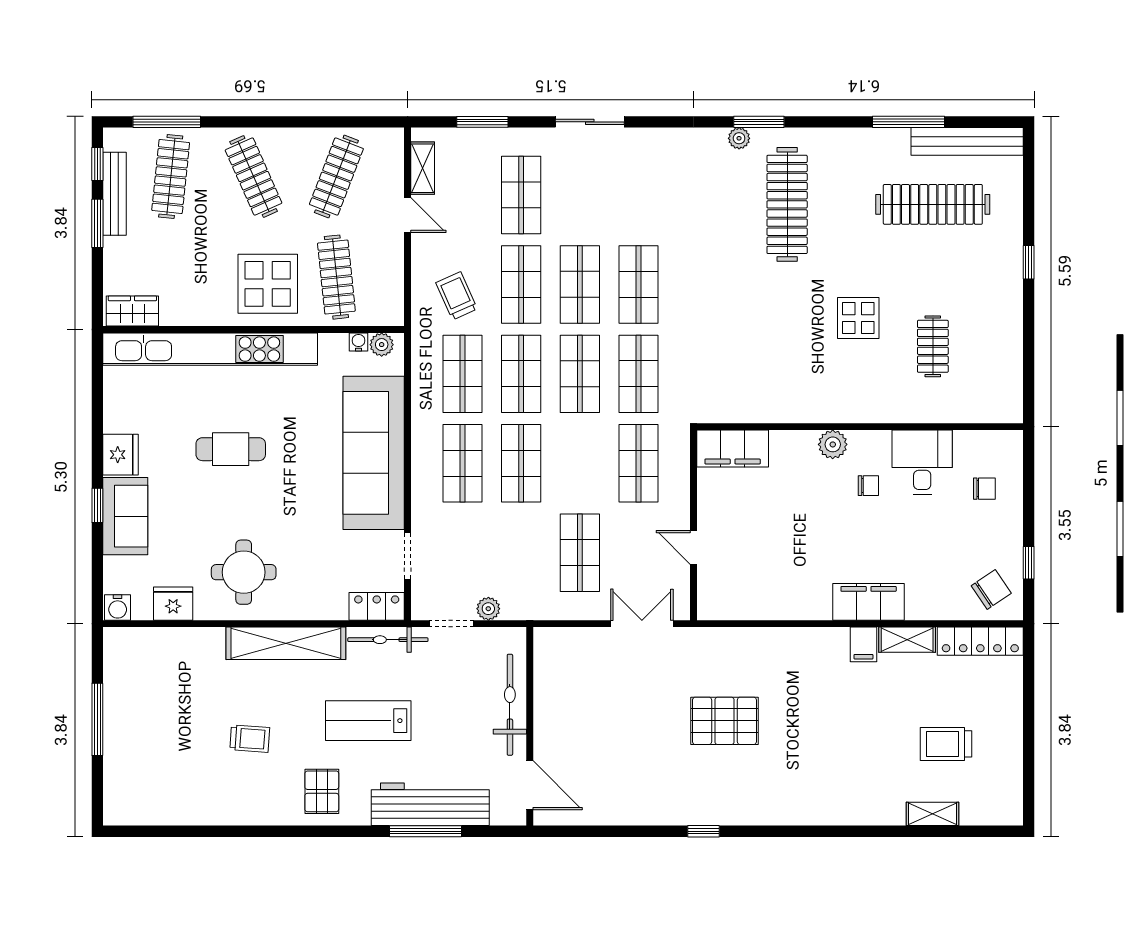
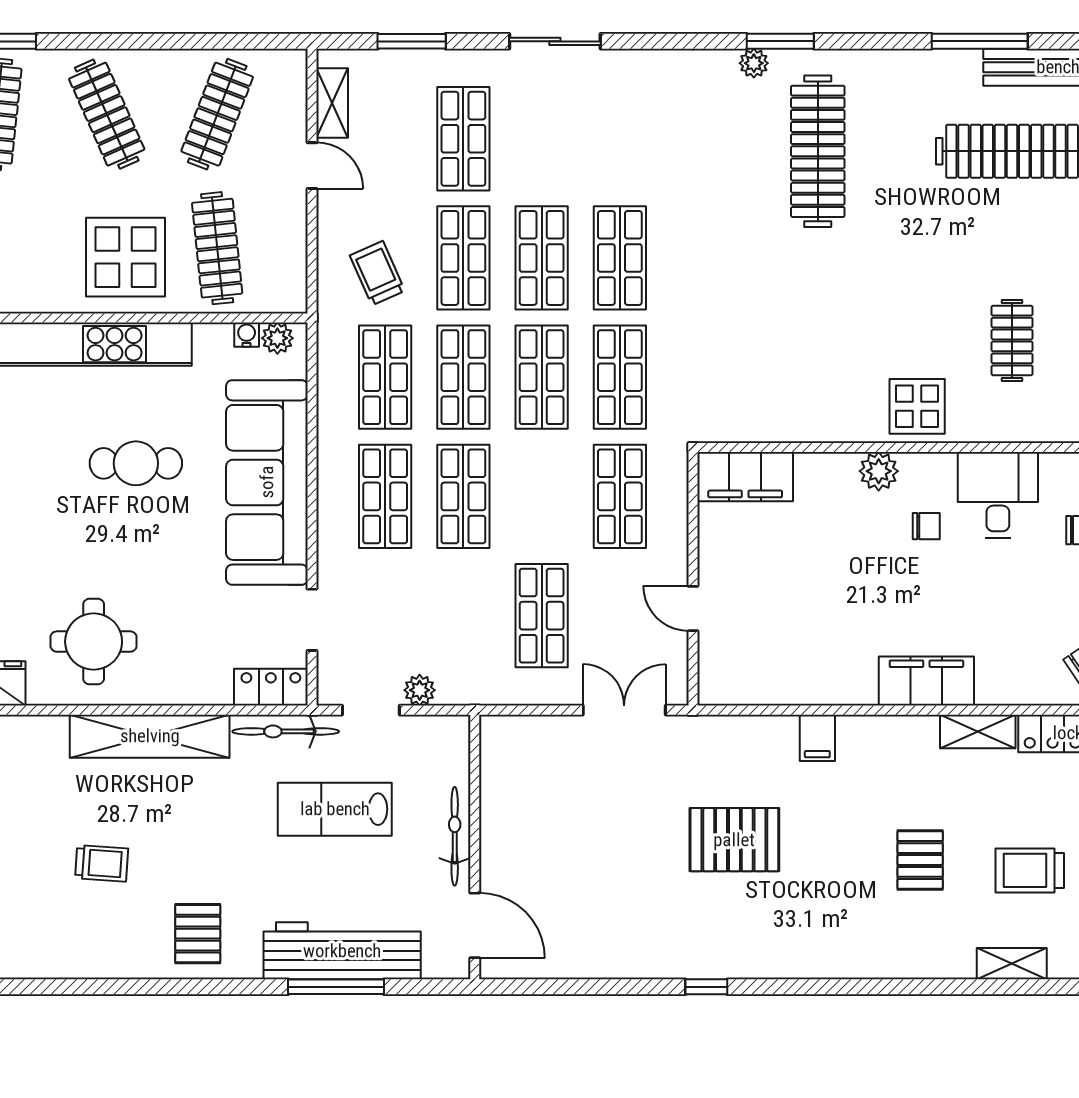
display table: (858, 318) -> (917, 406), moved
cafe table: (231, 449) -> (136, 463), moved
filing cabinet: (863, 644) -> (817, 738), moved
bicycle: (510, 705) -> (455, 836), width x0.73, depth x0.71
lab bench: (368, 721) -> (335, 809), moved
pallet: (864, 736) -> (920, 860), added

